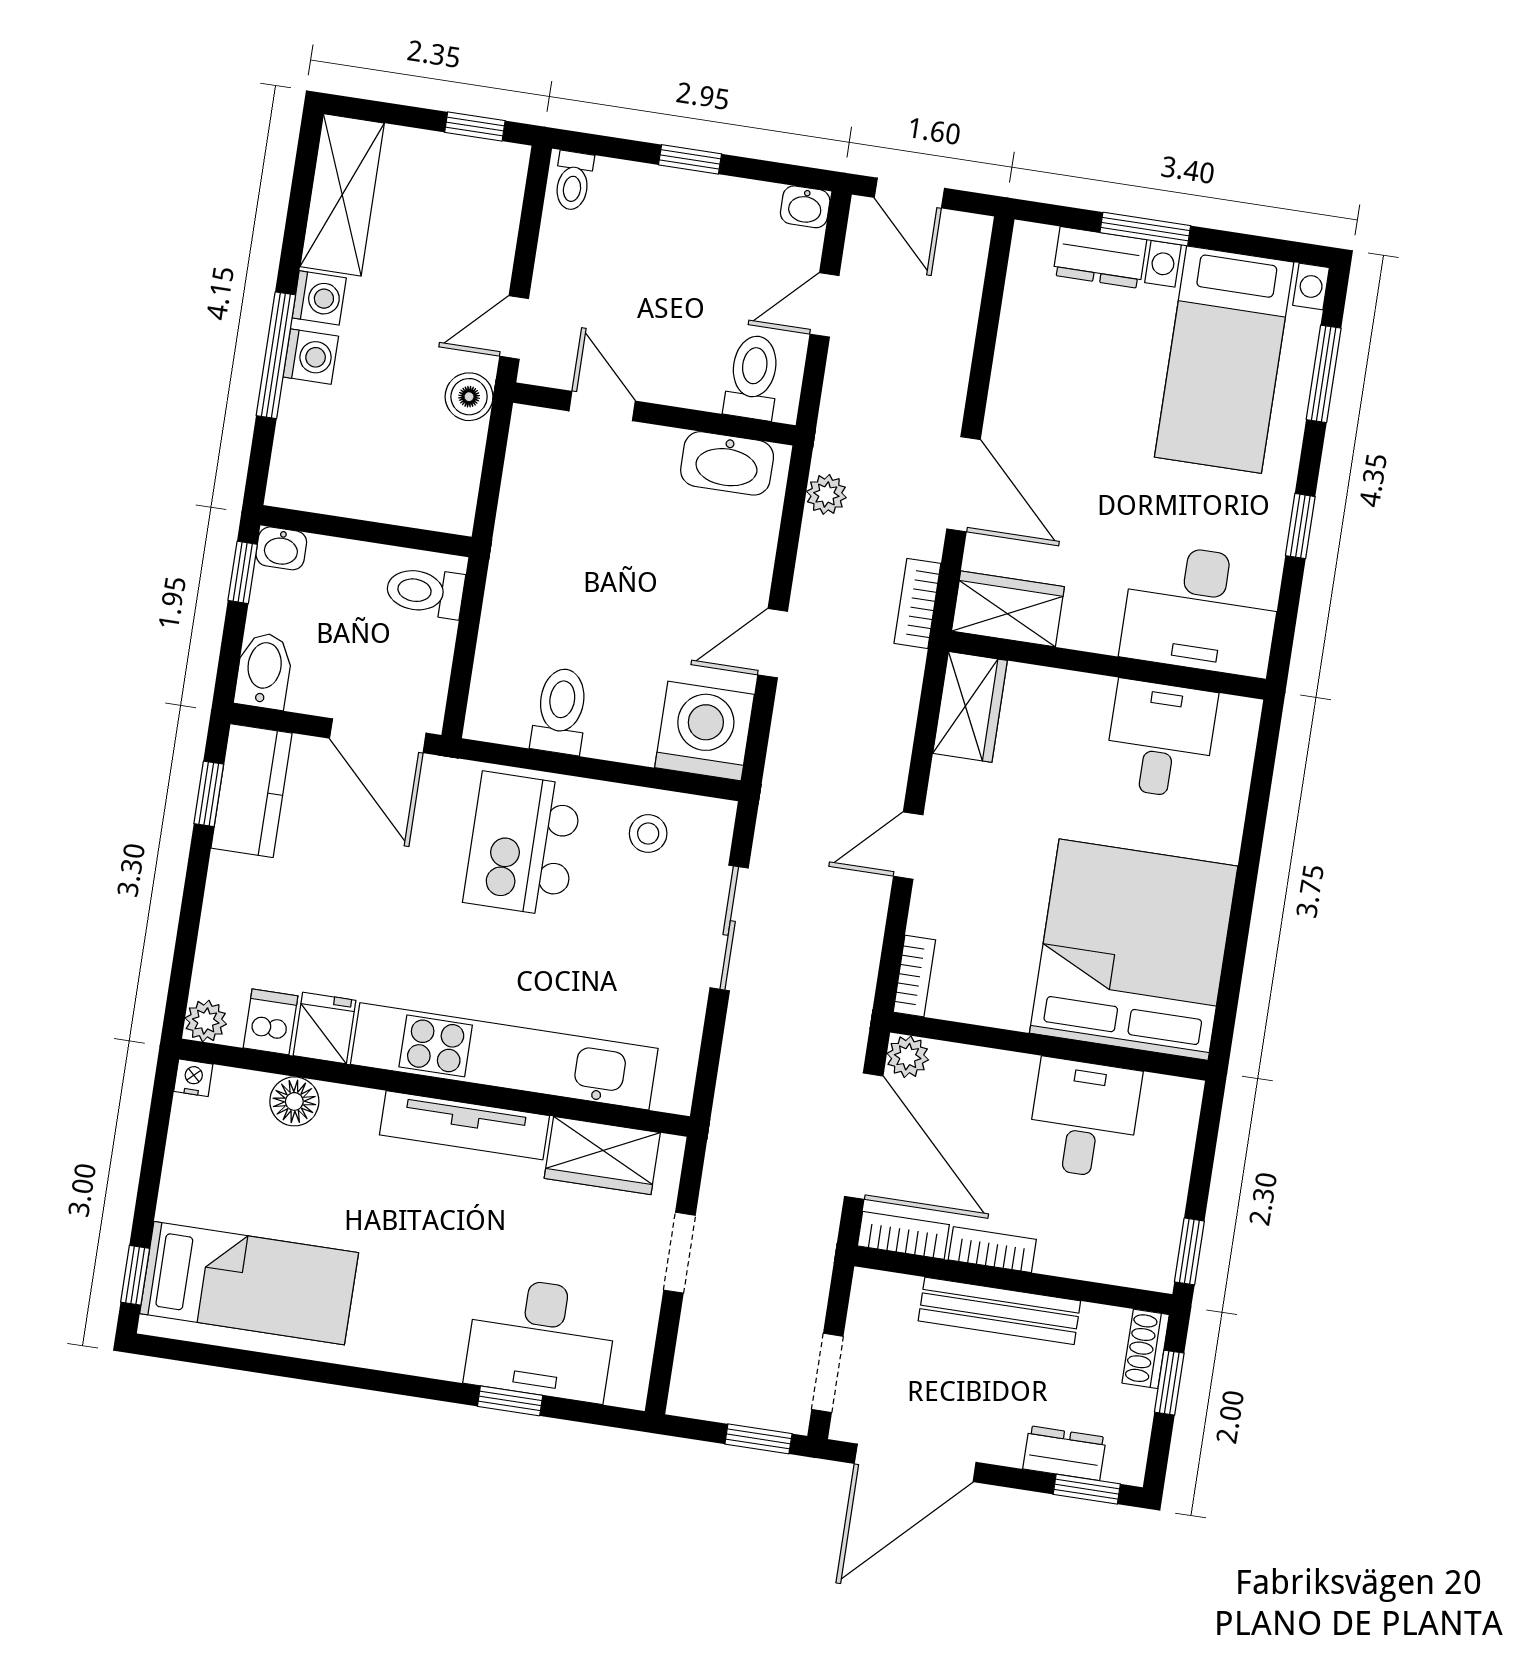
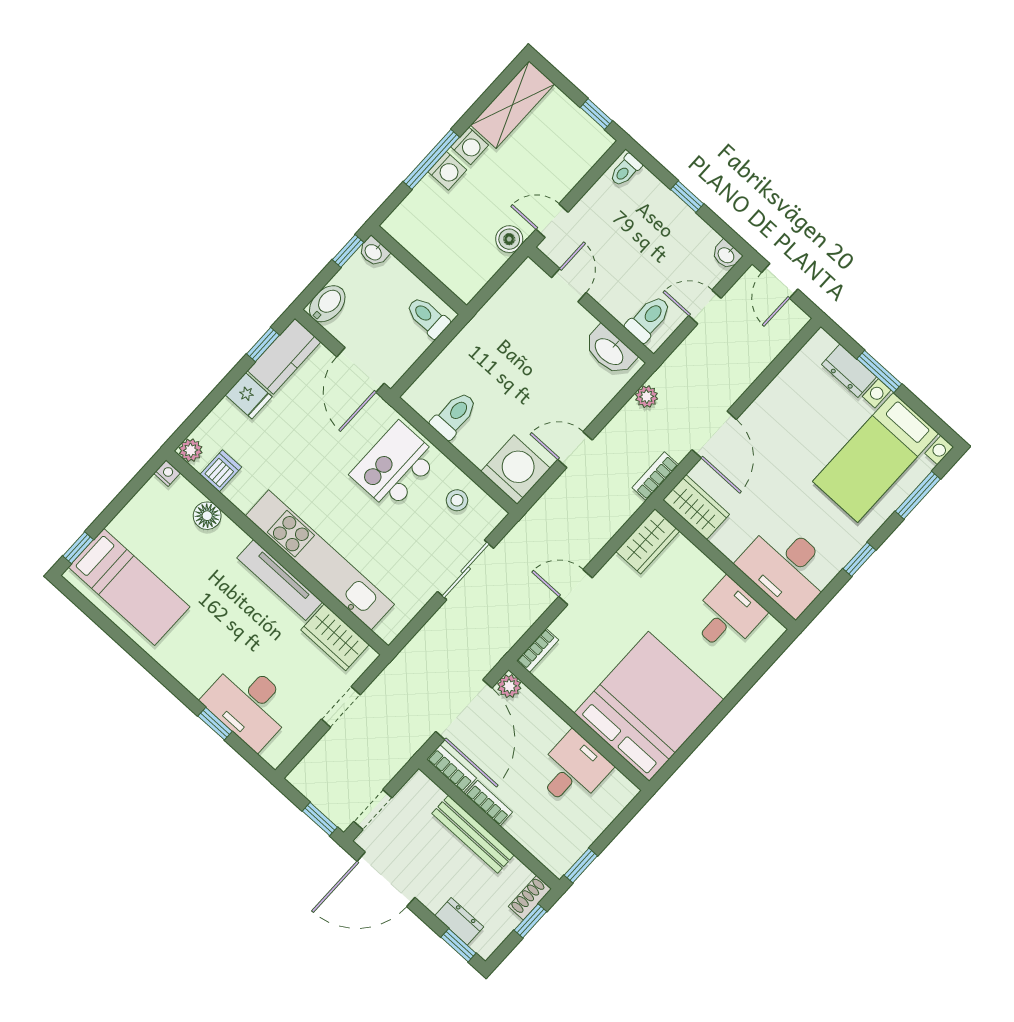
fridge: (325, 1028) -> (249, 396), moved, turned 90

